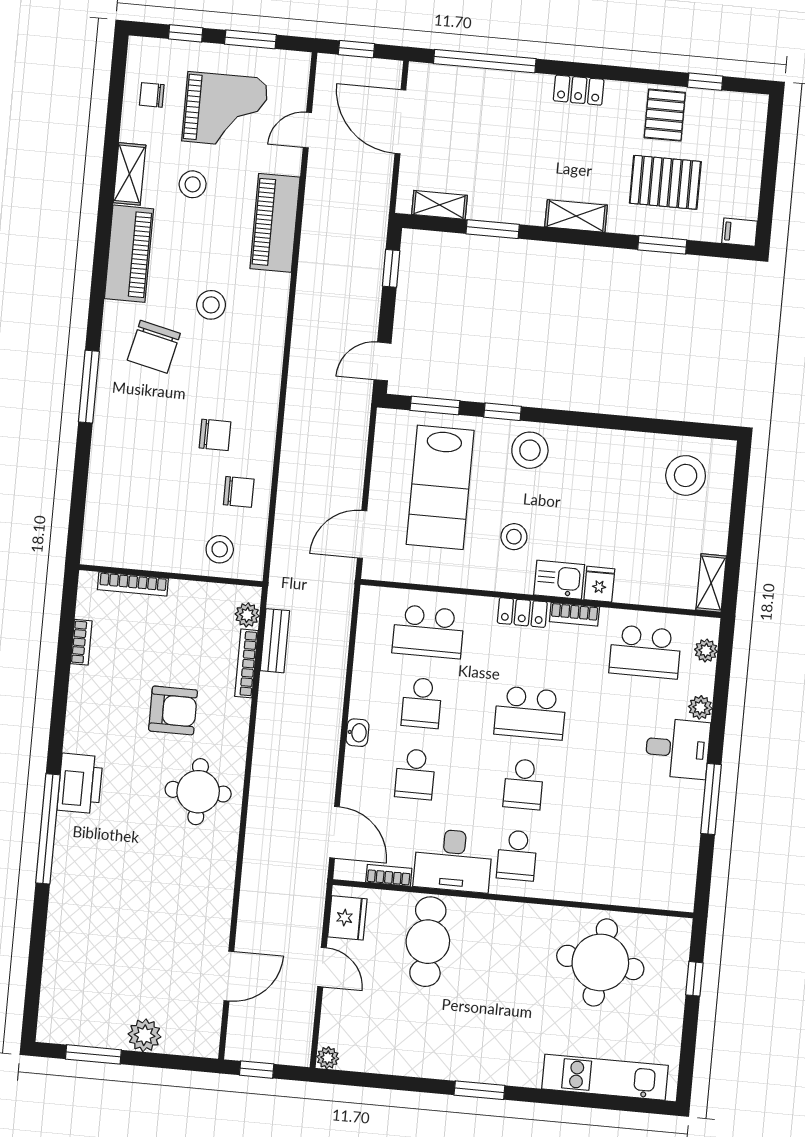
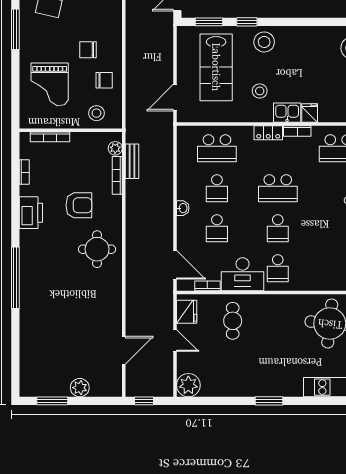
chair: (215, 435) -> (88, 50), turned 180
grand piano: (141, 490) -> (50, 84), added
printer: (80, 783) -> (31, 213), moved
cafe table: (428, 942) -> (233, 321), width x0.73, depth x0.74
plant: (328, 1058) -> (188, 385), width x1.88, depth x1.88

